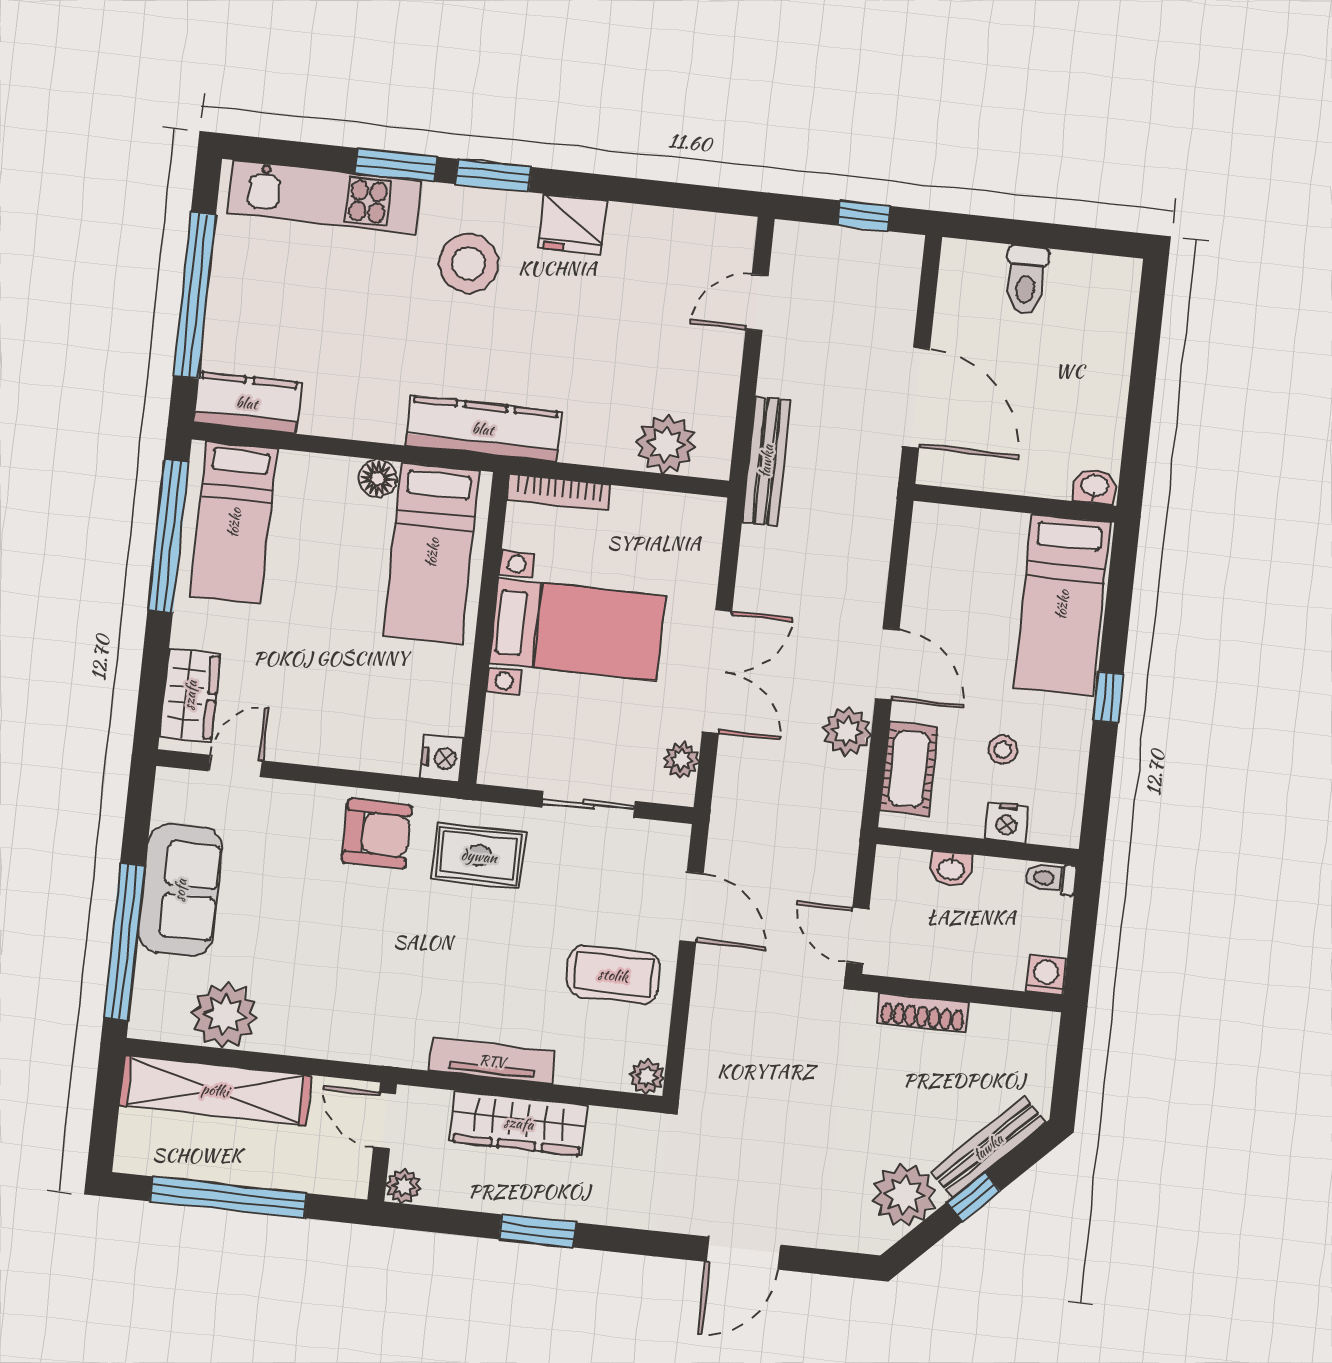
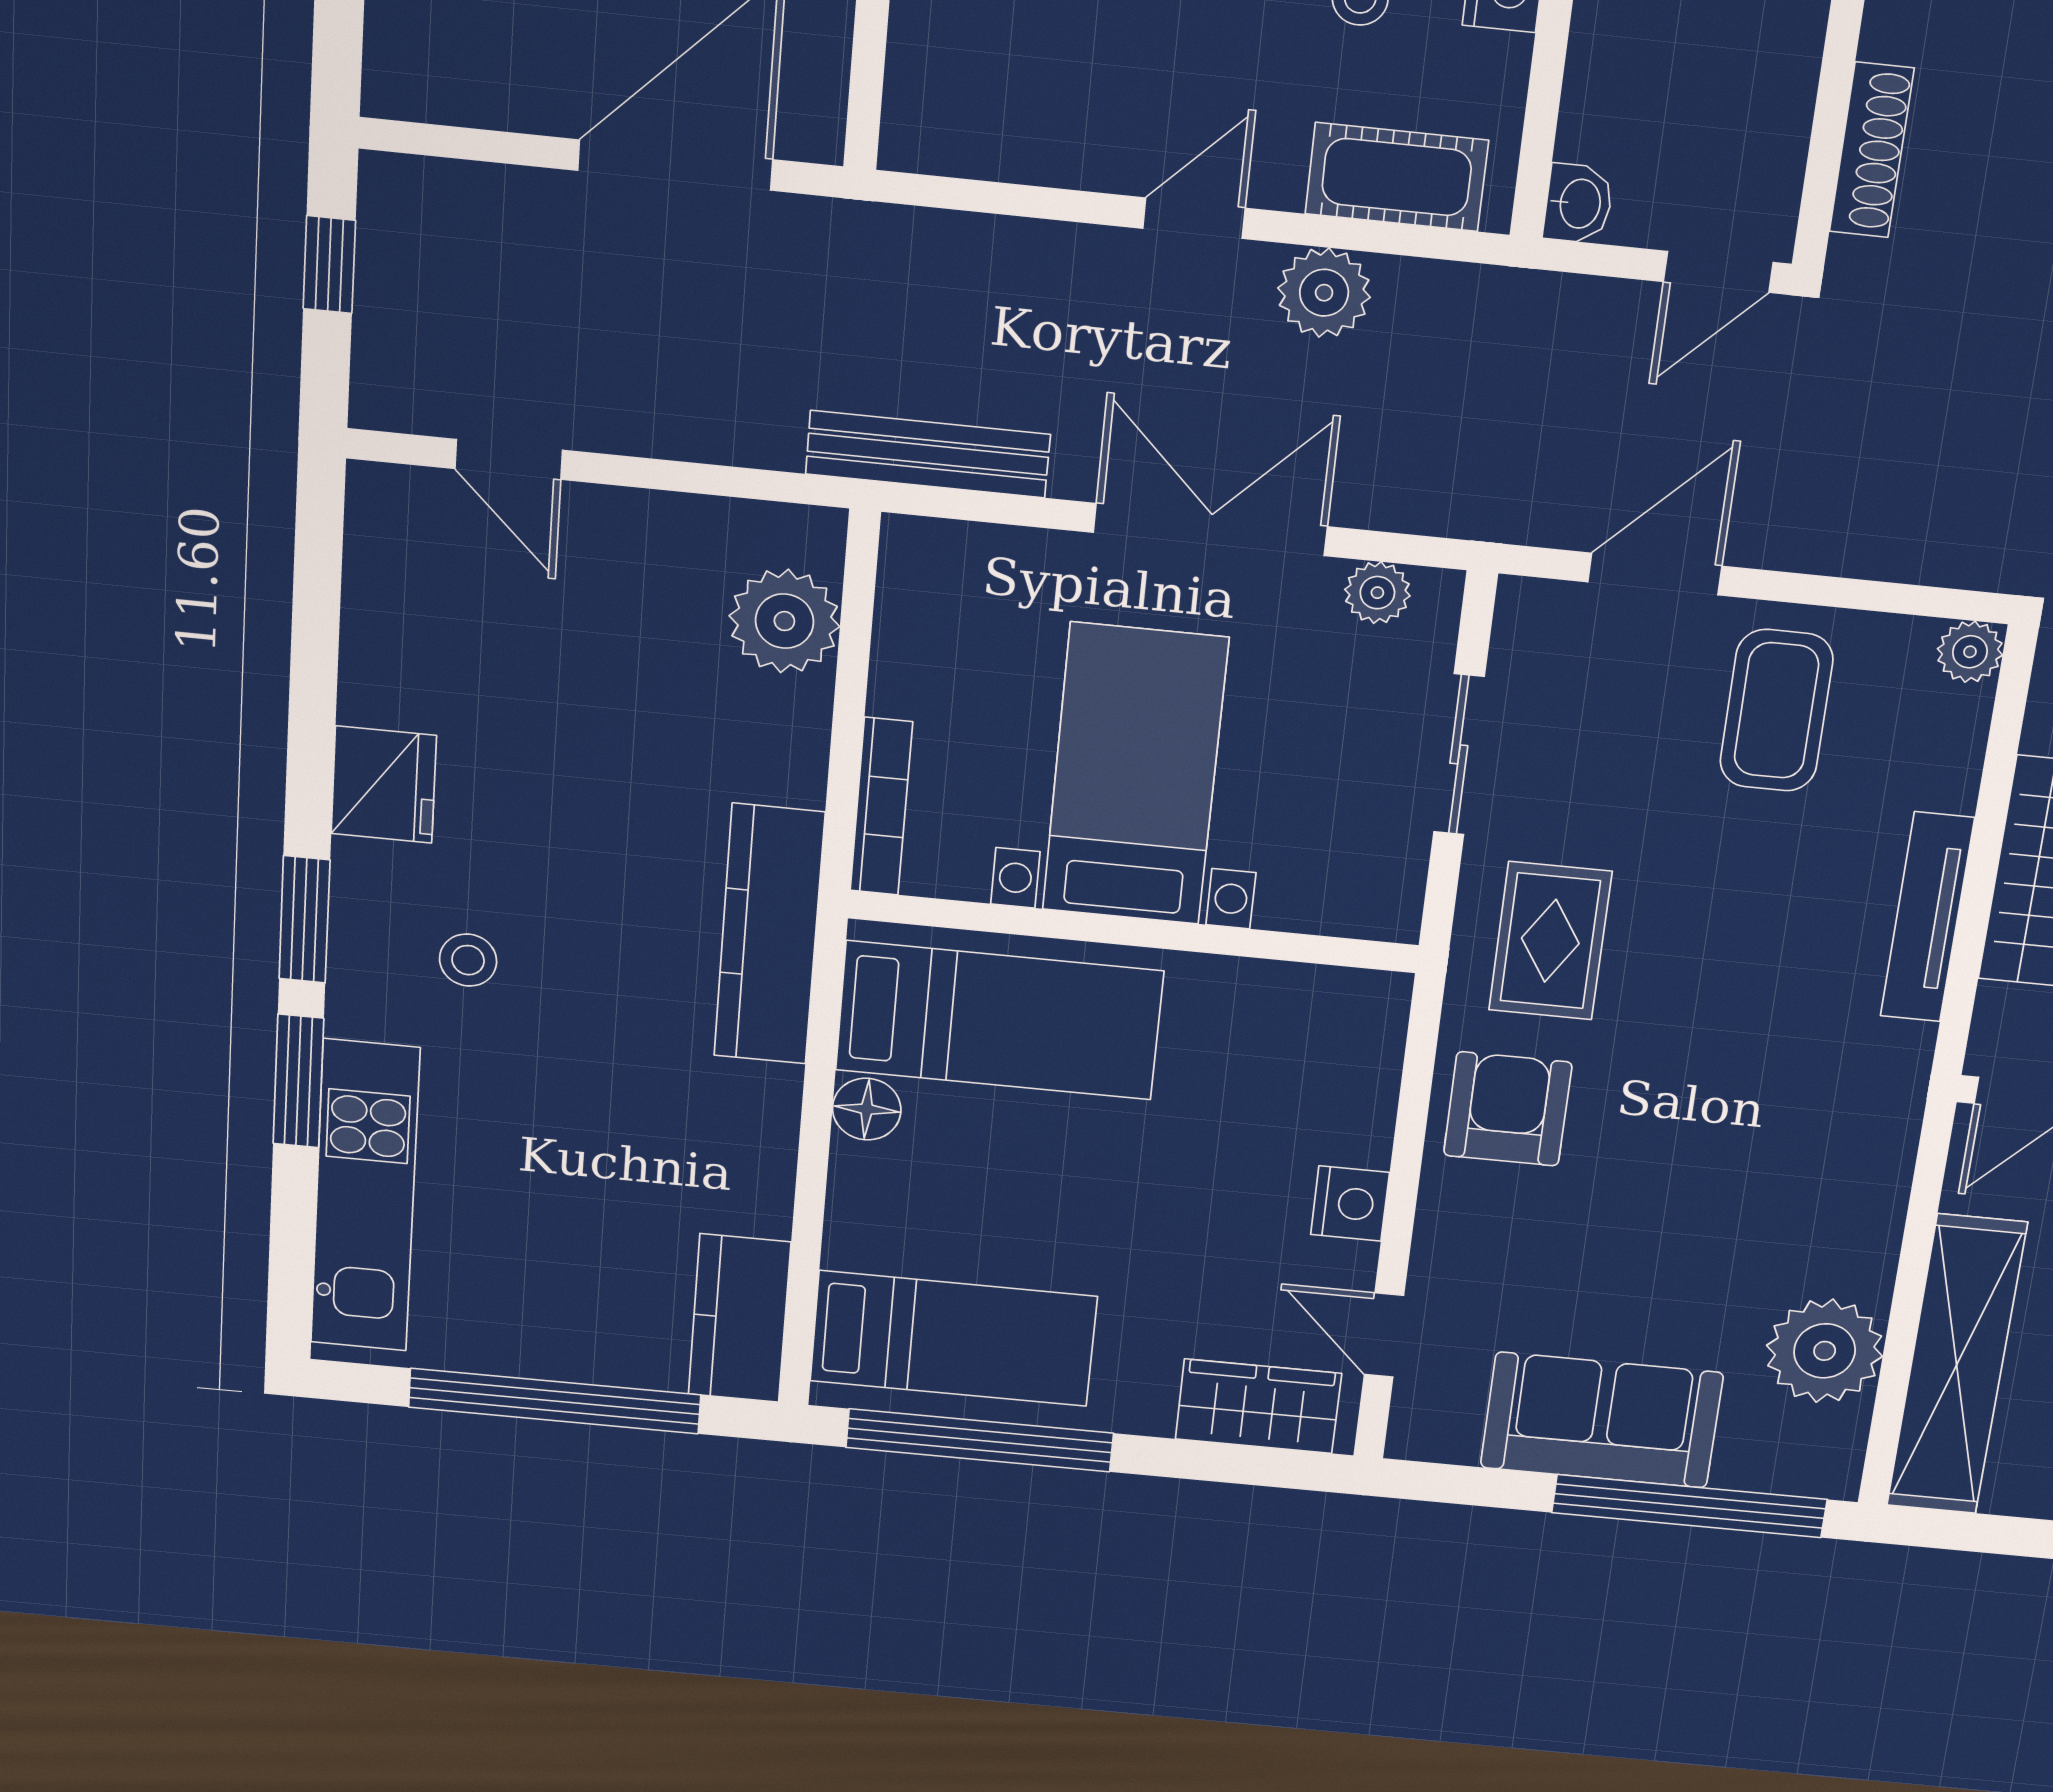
stool: (469, 263) -> (468, 960), width x0.53, depth x0.53
bench: (766, 461) -> (928, 454), moved
door: (887, 664) -> (1194, 218), width x0.73
nightstand: (442, 758) -> (1350, 1203), moved, turned 90
washbasin: (951, 869) -> (1578, 204), moved

